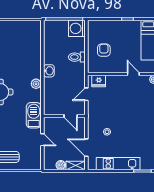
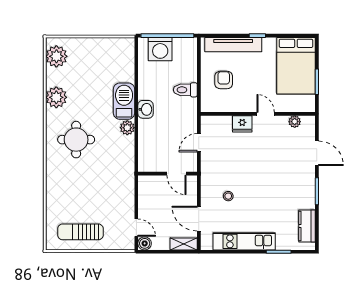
tv unit: (111, 25) -> (233, 45), added
washing machine: (77, 28) -> (160, 49), moved, turned -90
fridge: (99, 81) -> (242, 124), moved
barbecue: (34, 115) -> (124, 101), moved
door: (42, 140) -> (136, 228), moved
boiler: (61, 165) -> (145, 243), moved

